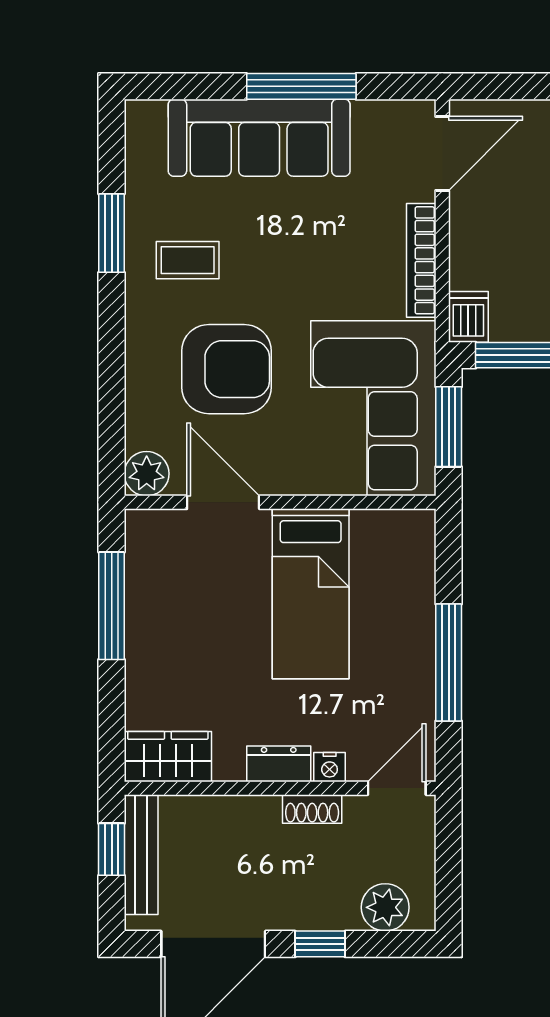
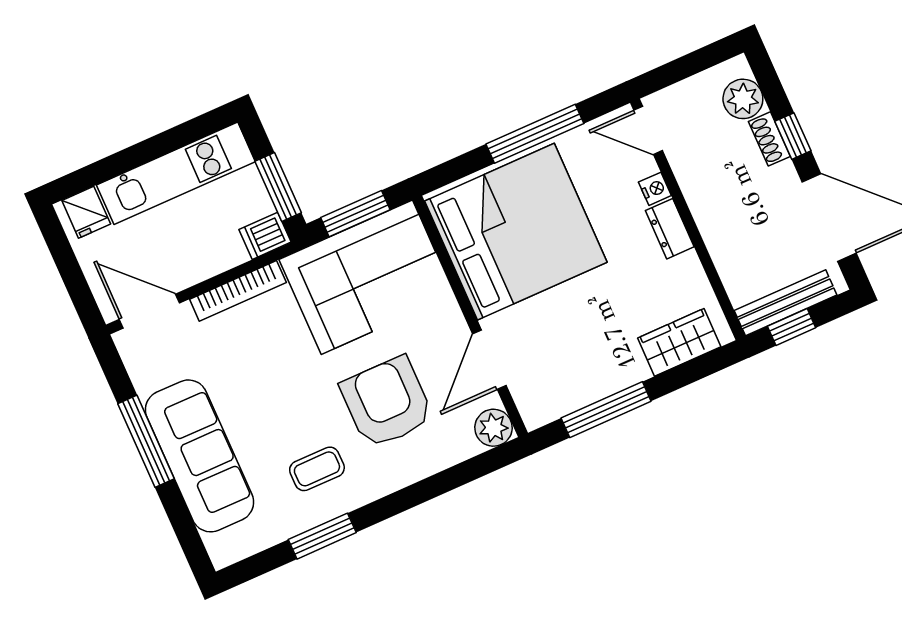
coffee table: (188, 260) -> (317, 469), turned 90
bed: (311, 594) -> (516, 232), width x2.04
wardrobe: (168, 757) -> (679, 342), moved, turned 90
shoe rack: (312, 809) -> (769, 139), moved, turned 180

